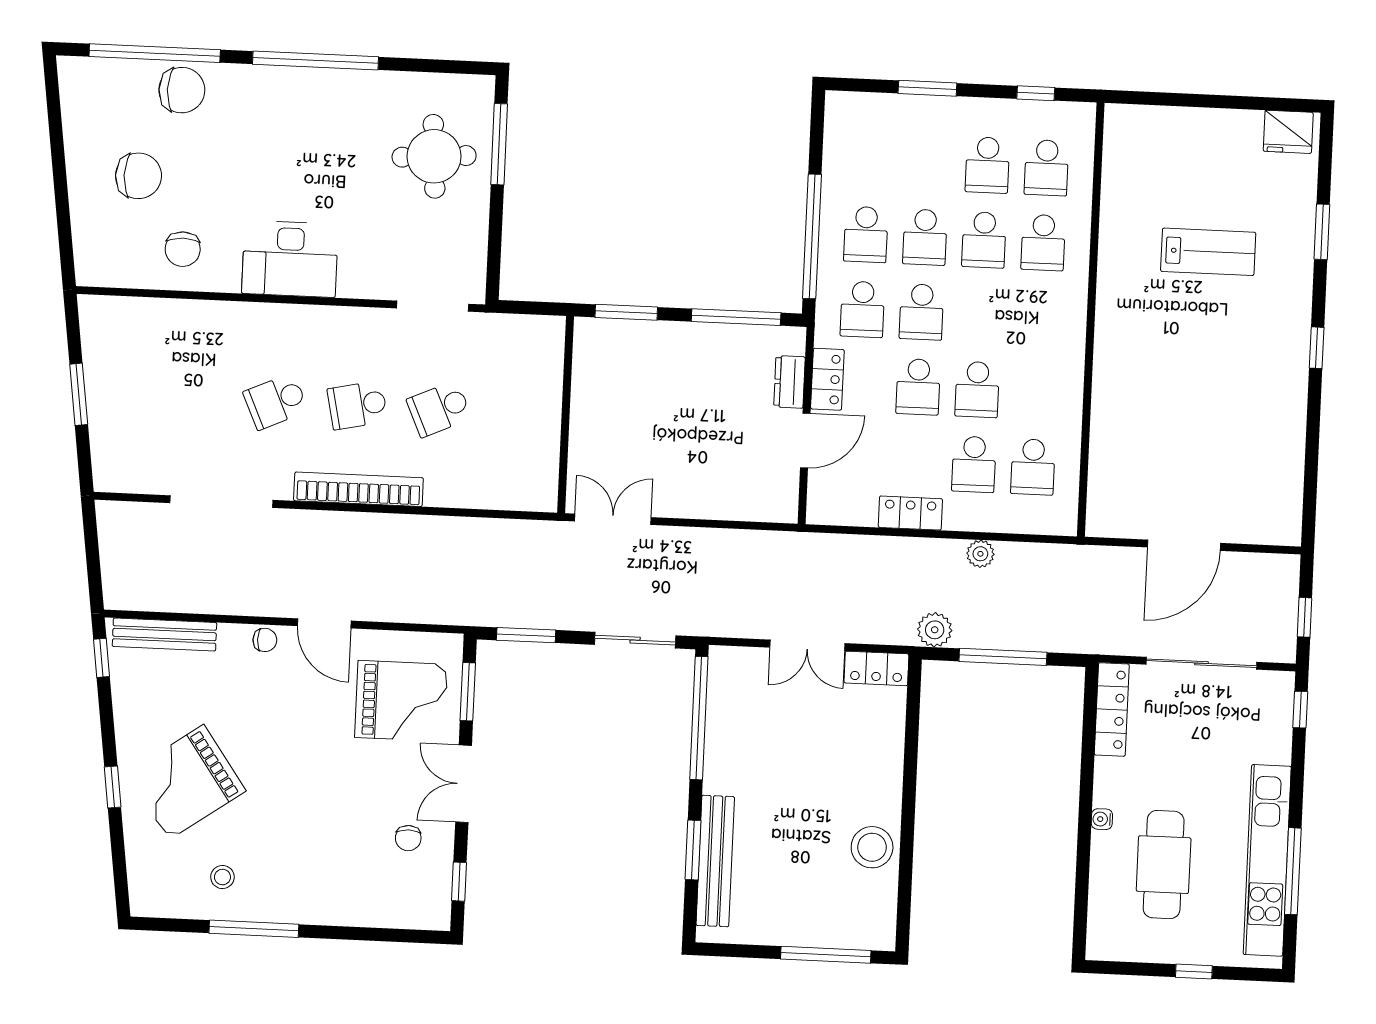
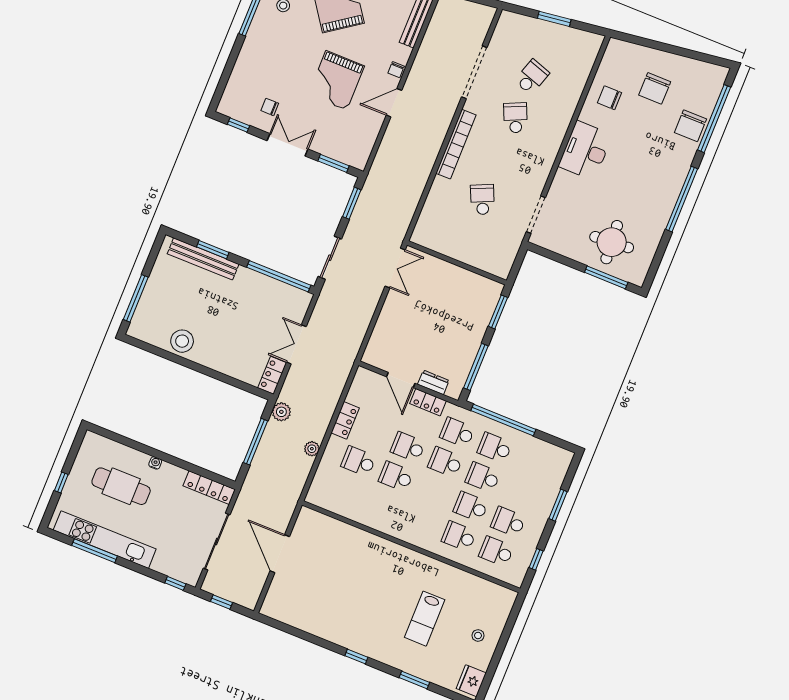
stool: (1205, 148) -> (478, 635), added
school desk: (357, 405) -> (532, 77), moved, turned 30
school desk: (1033, 467) -> (347, 491), removed
grand piano: (401, 701) -> (336, 80), moved

